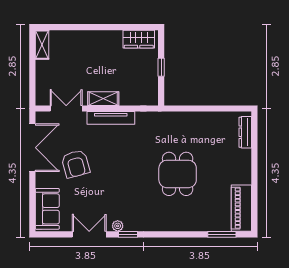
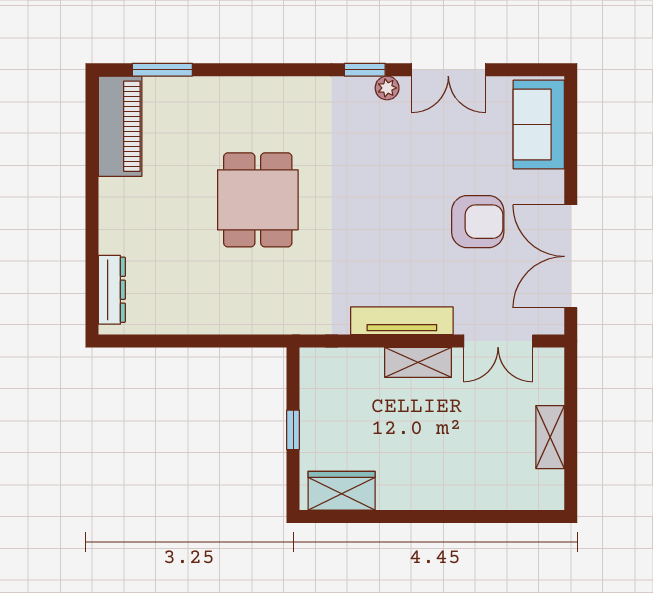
shelving: (42, 45) -> (550, 437), moved
armchair: (76, 164) -> (478, 222), turned 105

